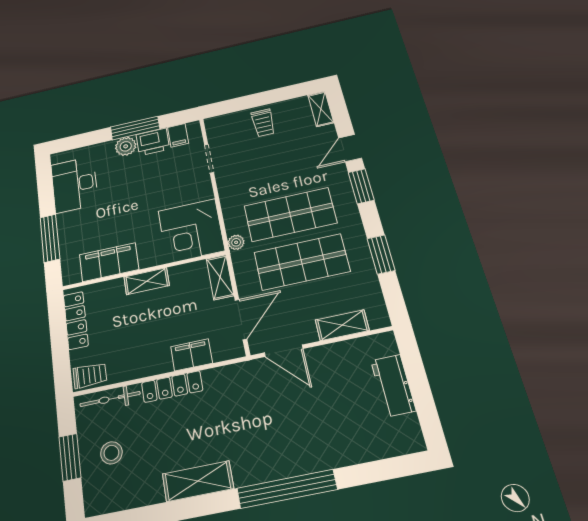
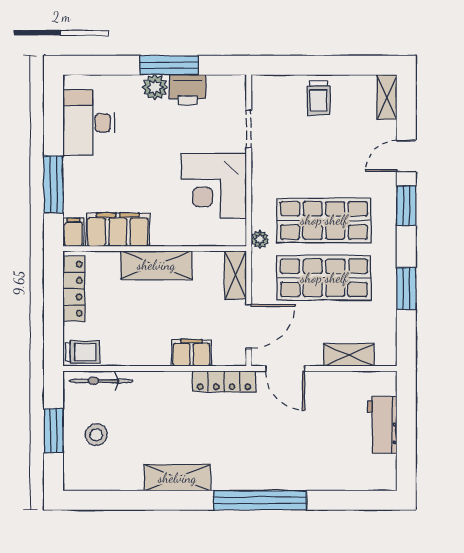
filing cabinet: (178, 135) -> (73, 232), moved, turned 180
corner desk: (191, 231) -> (214, 186), moved
shelving: (147, 281) -> (156, 265), width x1.50, depth x1.33
locker: (172, 387) -> (224, 381), moved

